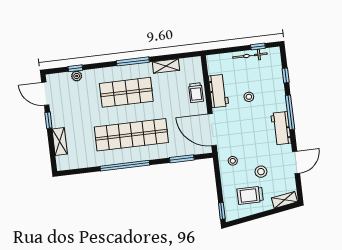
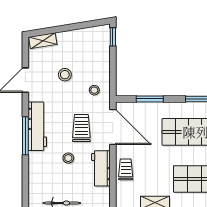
window: (286, 75) -> (25, 177), removed
workbench: (281, 128) -> (37, 126), width x1.38
trolley: (250, 195) -> (81, 128), moved, turned -90

